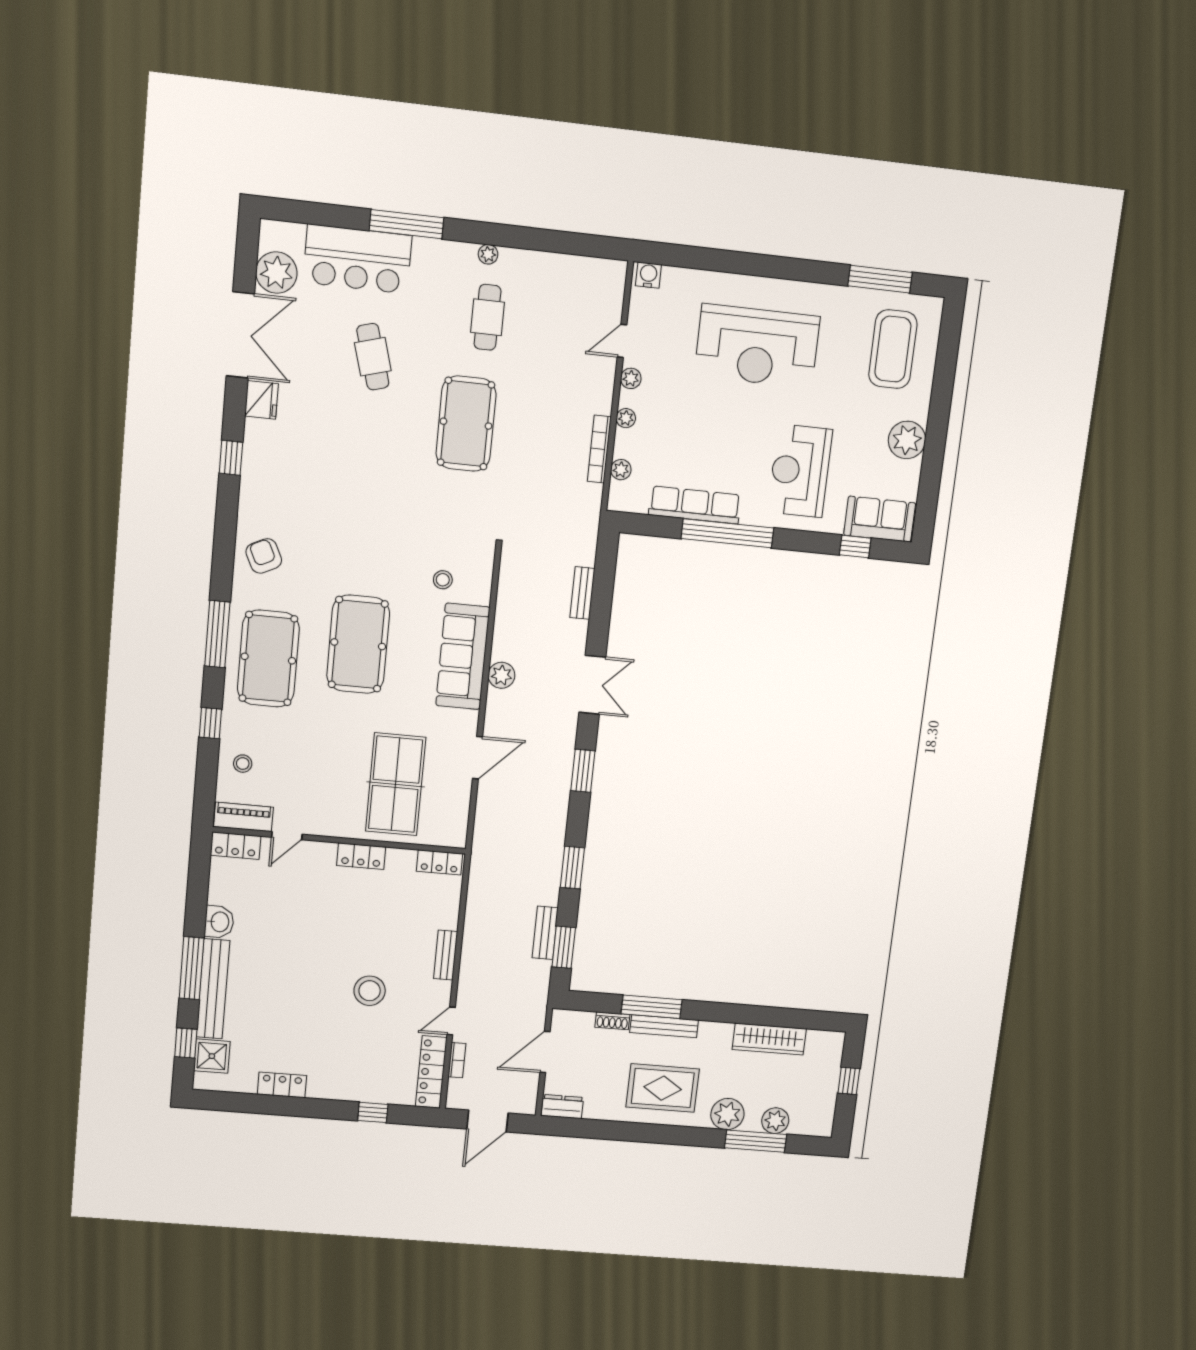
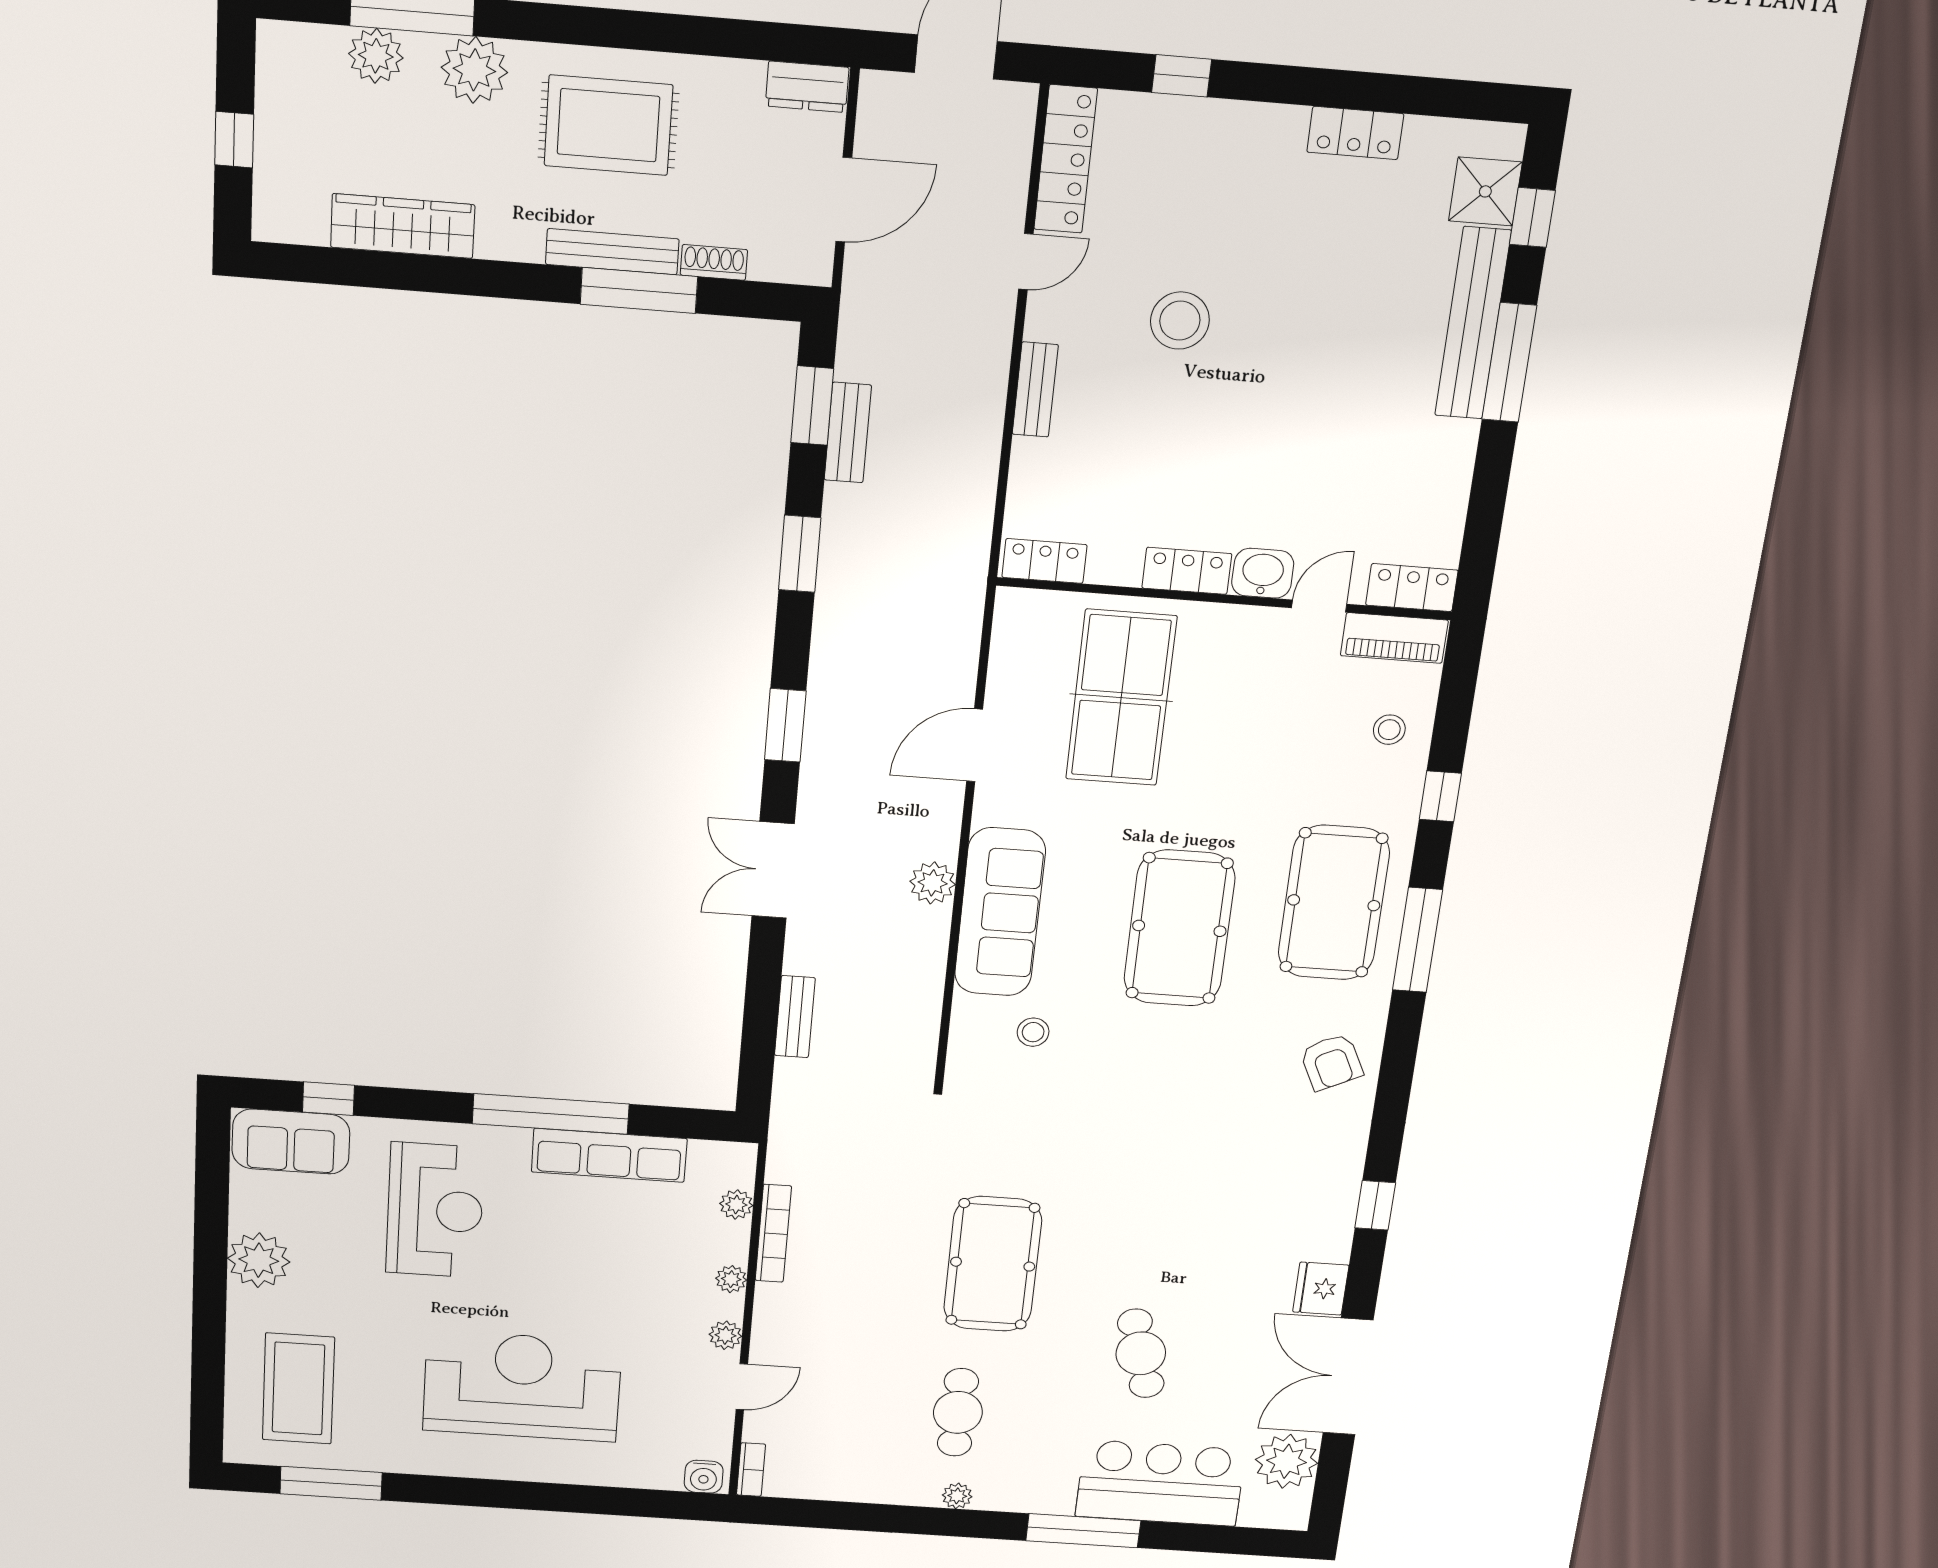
washbasin: (219, 922) -> (1263, 573), moved, turned 90
bookcase: (457, 1060) -> (751, 1470), moved, turned 180

